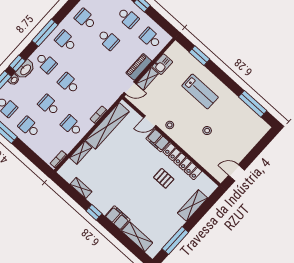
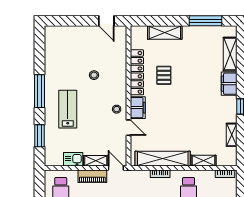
window: (253, 104) -> (39, 91), moved

